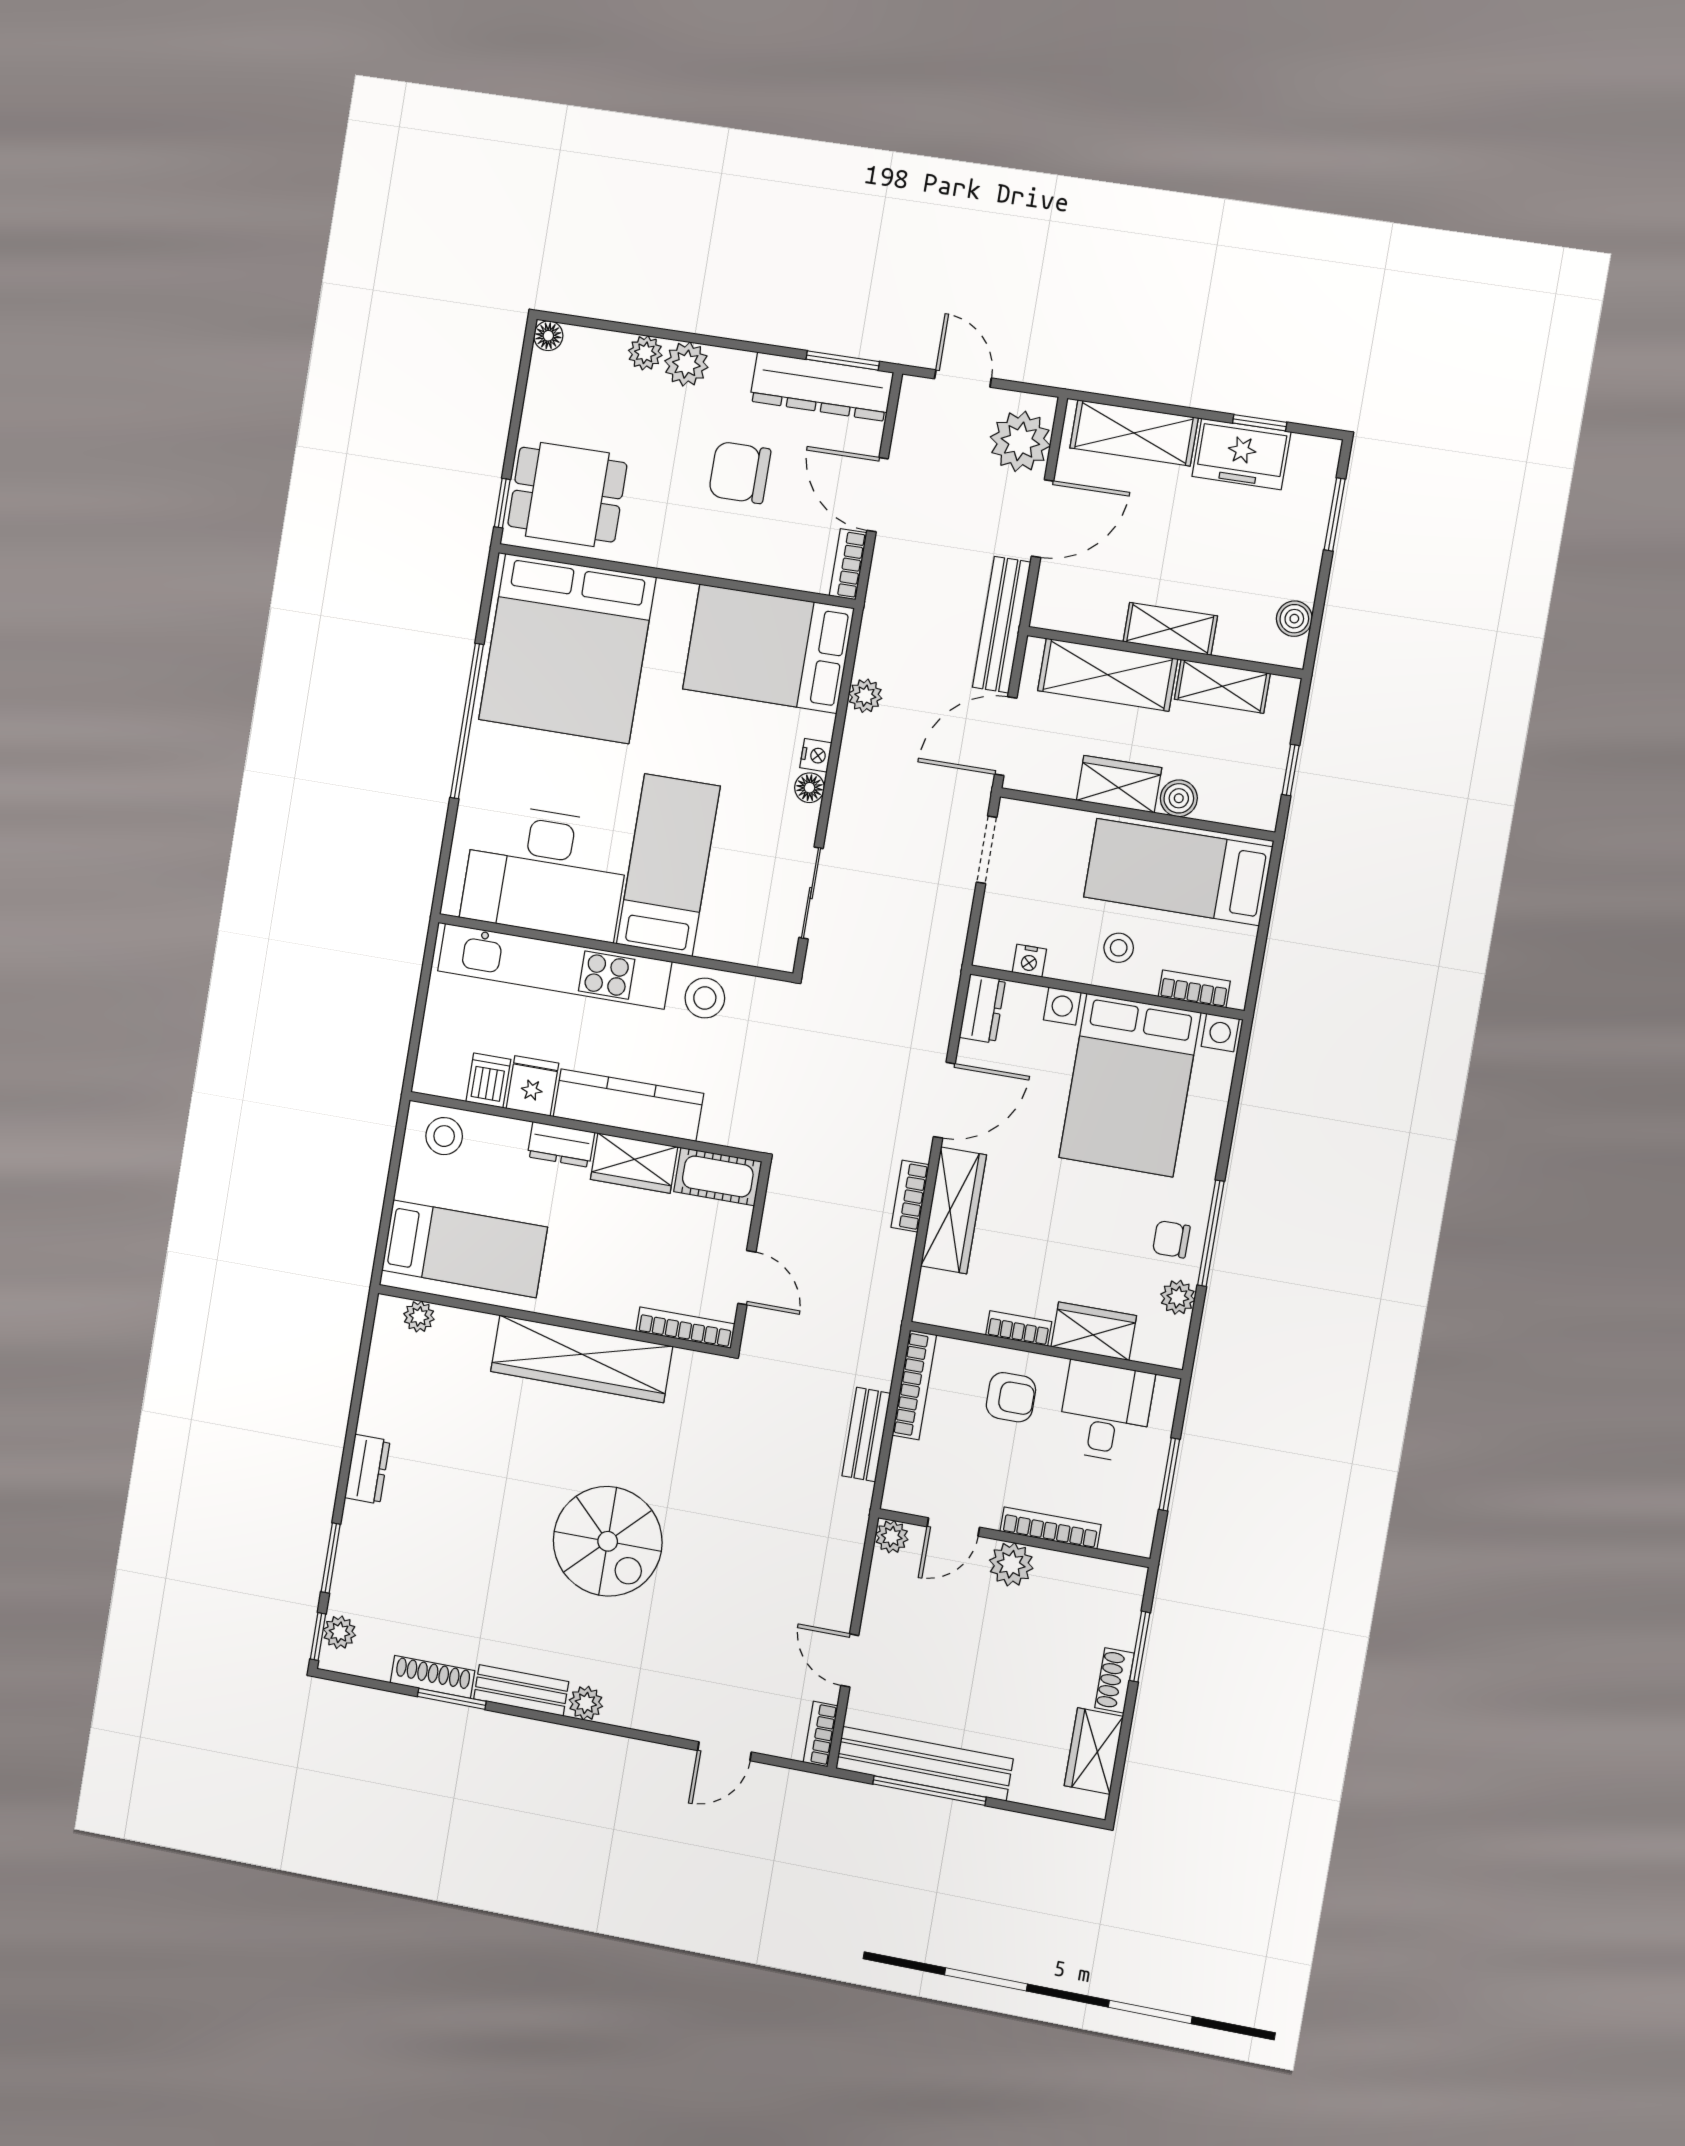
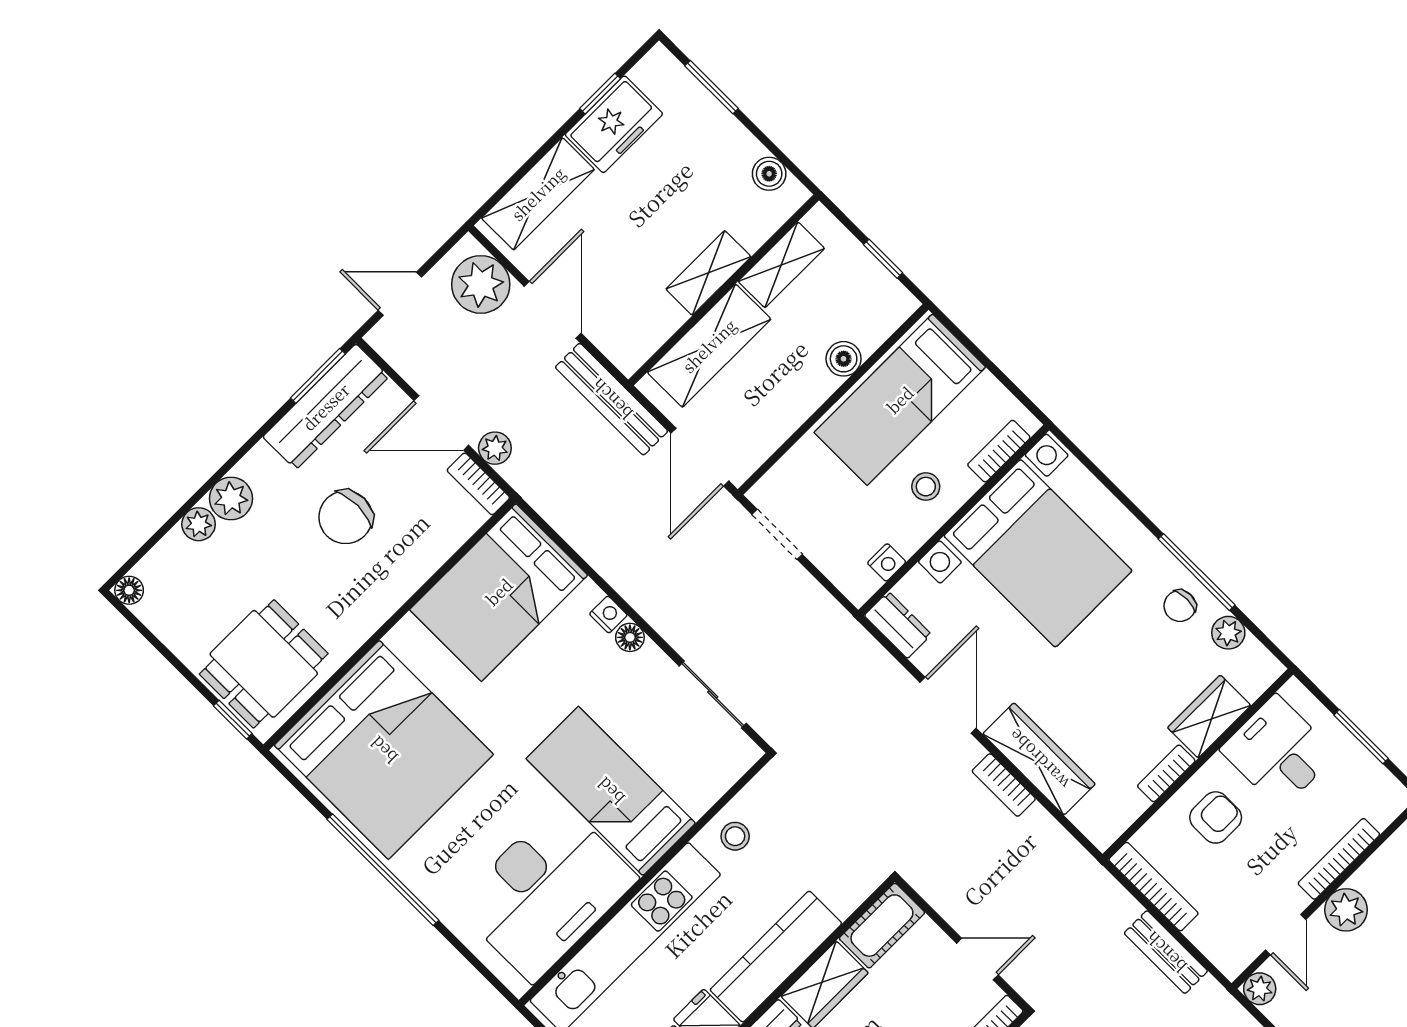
plant: (865, 696) -> (495, 448), moved
wardrobe: (1119, 784) -> (800, 397), removed
stool: (705, 998) -> (735, 836), width x0.73, depth x0.73

